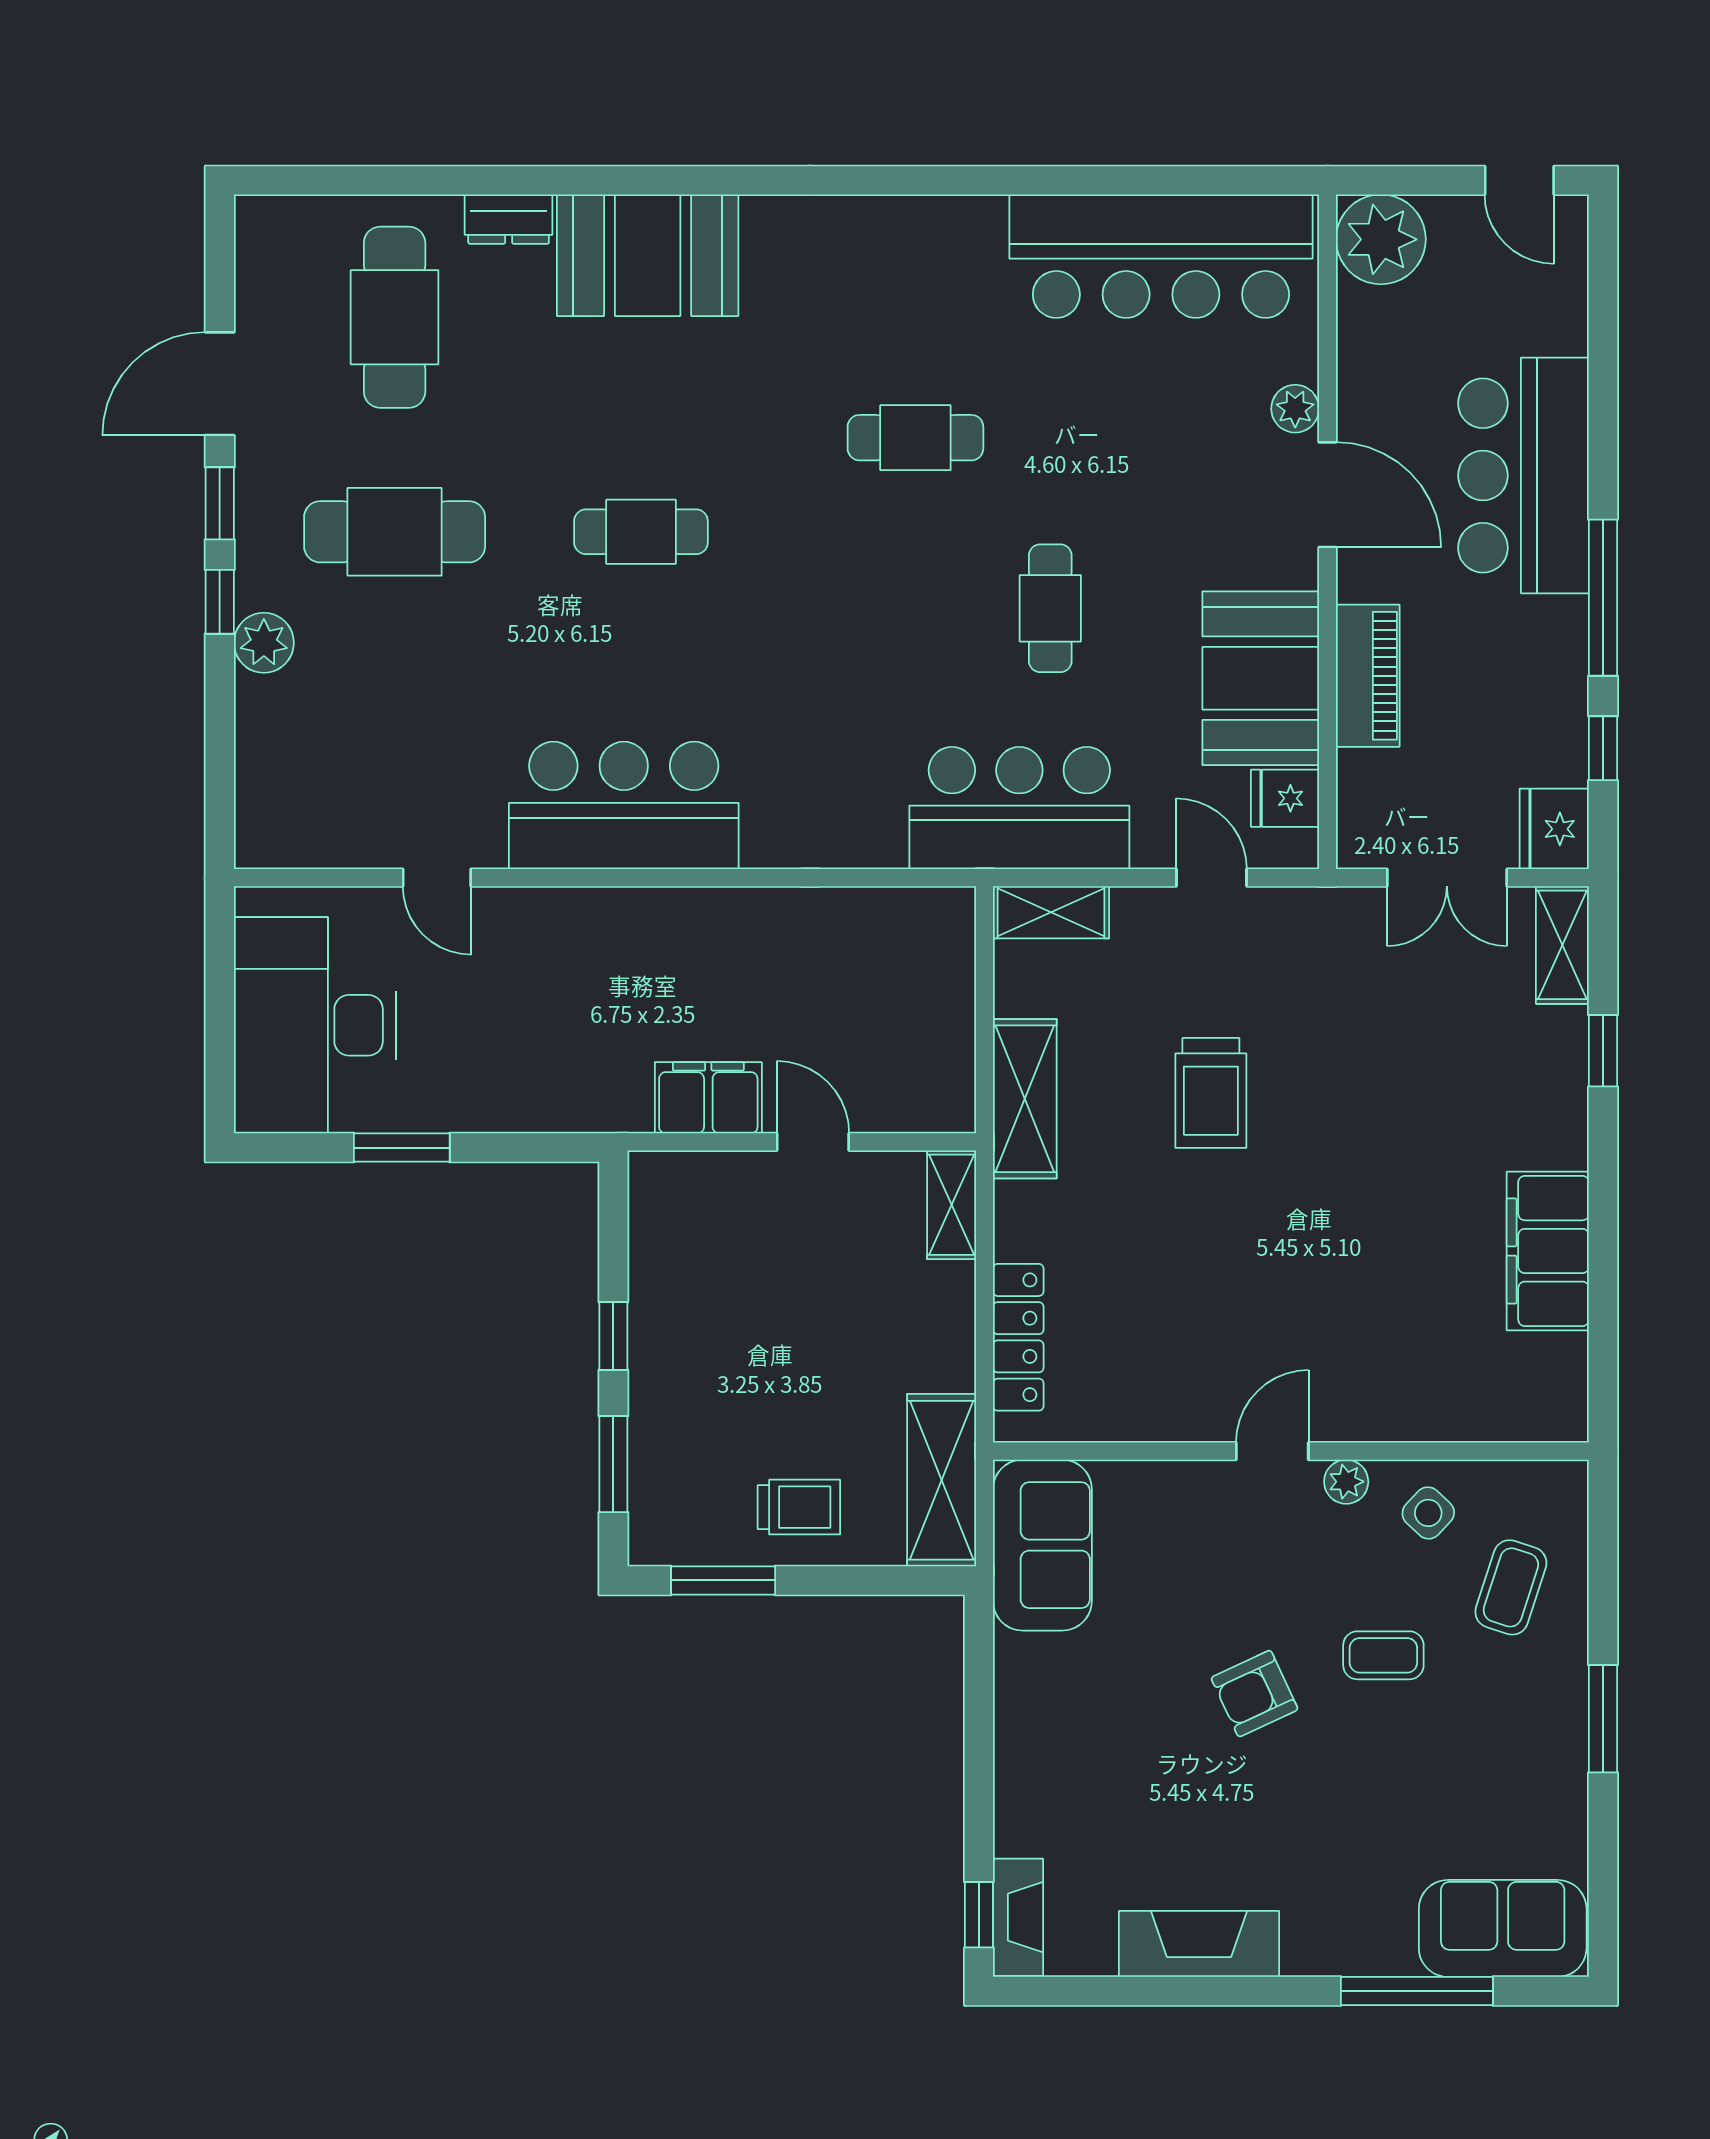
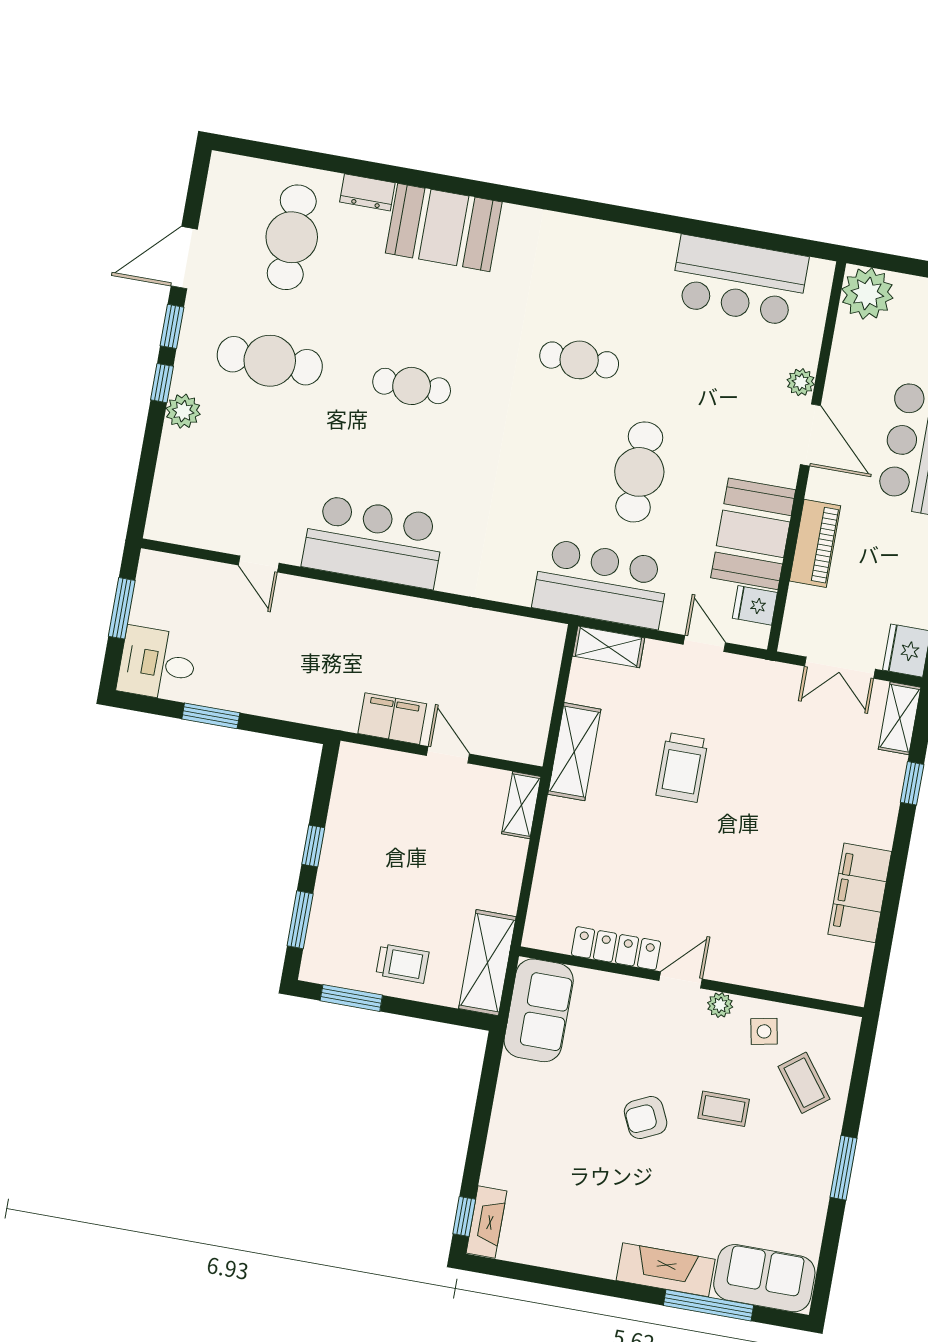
bar counter: (1161, 256) -> (739, 281), width x0.73
cafe table: (1050, 608) -> (639, 472), width x1.37, depth x1.35
window: (220, 993) -> (122, 608), added
desk: (315, 1025) -> (157, 664), width x0.53, depth x0.77
locker: (1018, 1337) -> (616, 948), moved, turned -90
side table: (1428, 1513) -> (764, 1031), turned 36
coffee table: (1511, 1587) -> (804, 1083), turned -55
fireplace: (1199, 1944) -> (666, 1270), moved

